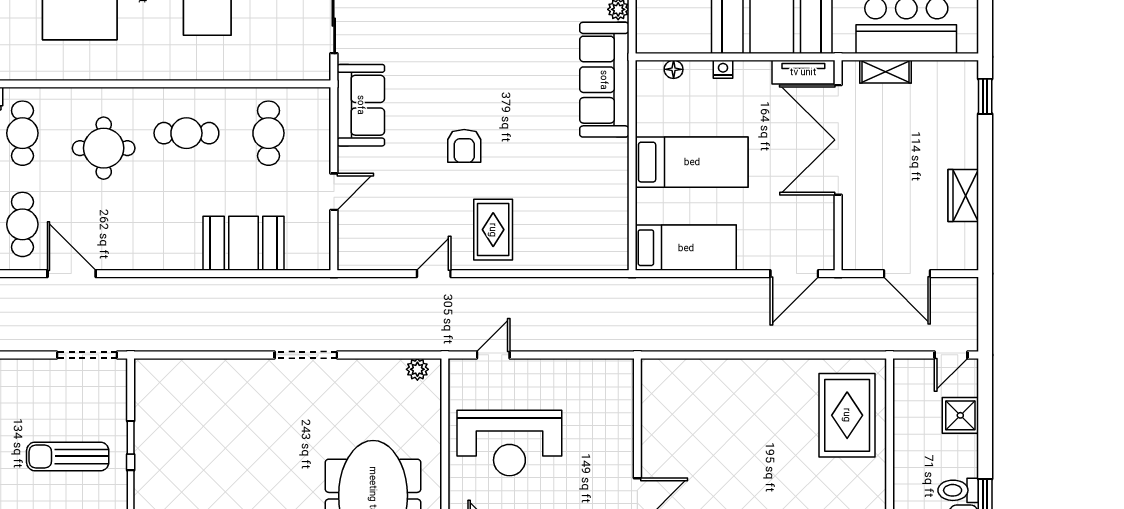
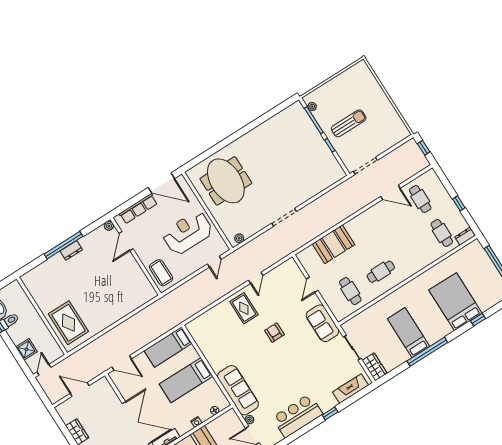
round table: (104, 148) -> (408, 247), removed
door: (794, 274) -> (122, 363), swing flipped
coffee table: (609, 399) -> (161, 273), added

